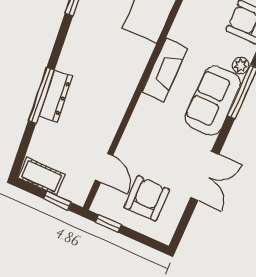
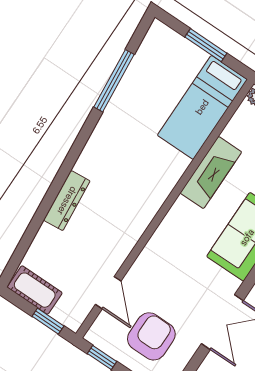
fireplace: (165, 70) -> (211, 172), moved
window: (41, 95) -> (50, 197), removed

